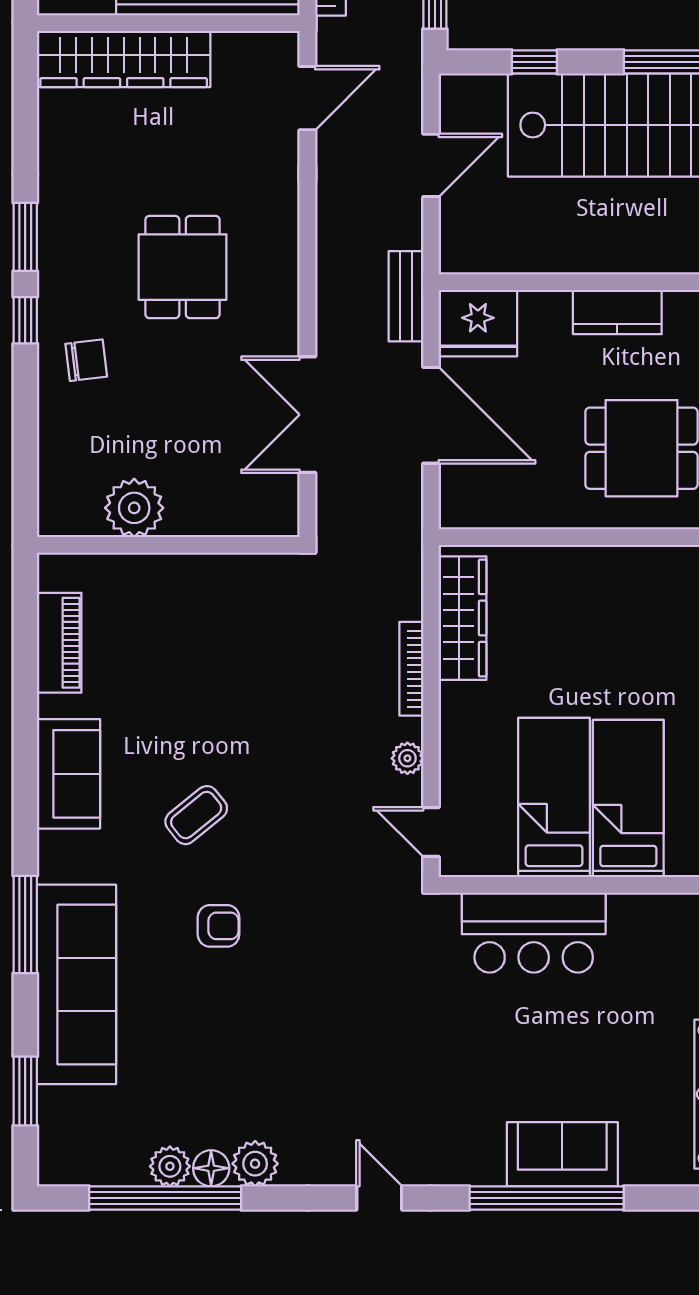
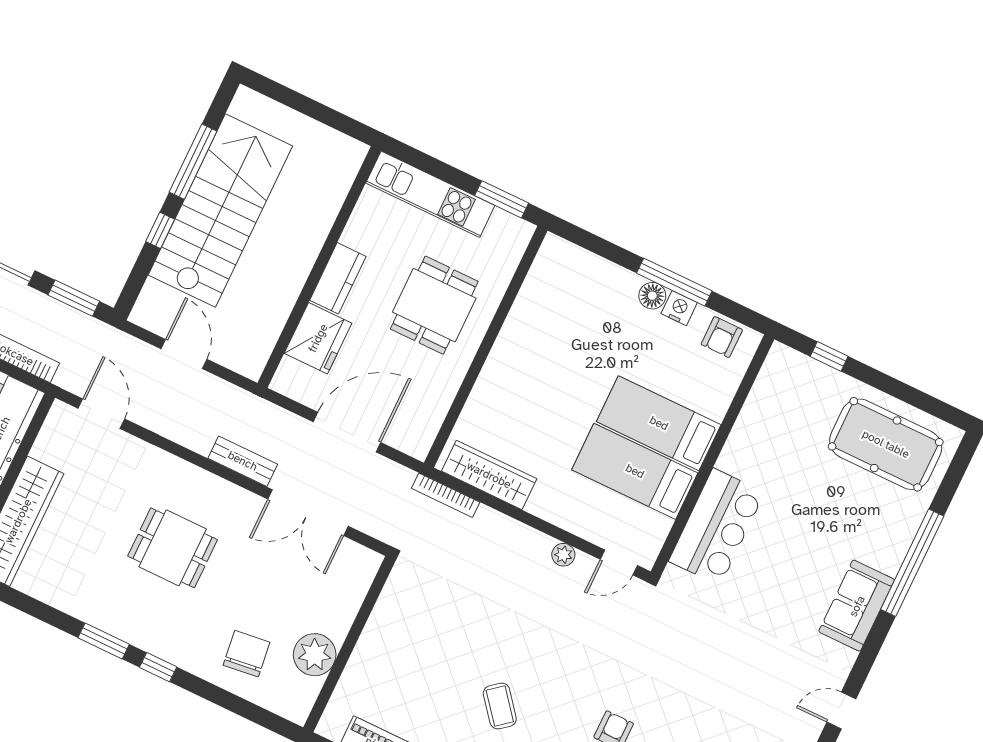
window: (534, 62) -> (160, 230), moved
bench: (406, 296) -> (243, 461), moved
fridge: (478, 323) -> (318, 338), moved
chair: (86, 360) -> (247, 654), moved, width x1.37, depth x1.37
bookcase: (411, 669) -> (446, 495), moved
coffee table: (196, 815) -> (500, 706), moved
sofa: (562, 1154) -> (857, 606), moved
window: (547, 1198) -> (912, 563), moved

